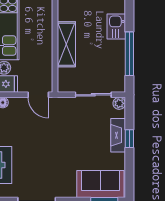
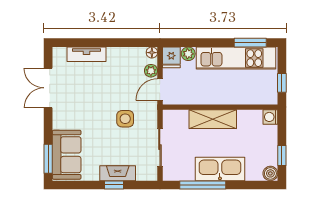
kitchen sink: (116, 26) -> (220, 169), width x1.88, depth x1.24
plant: (119, 103) -> (151, 71), moved
side table: (66, 128) -> (125, 119), added

